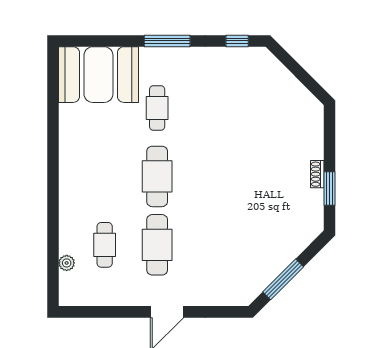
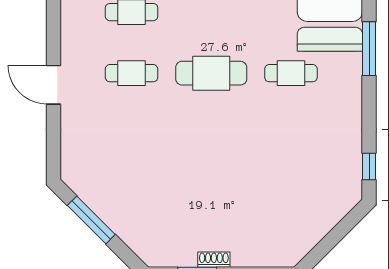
window: (167, 41) -> (369, 49), moved
cafe table: (157, 245) -> (132, 73), width x0.73, depth x0.74

